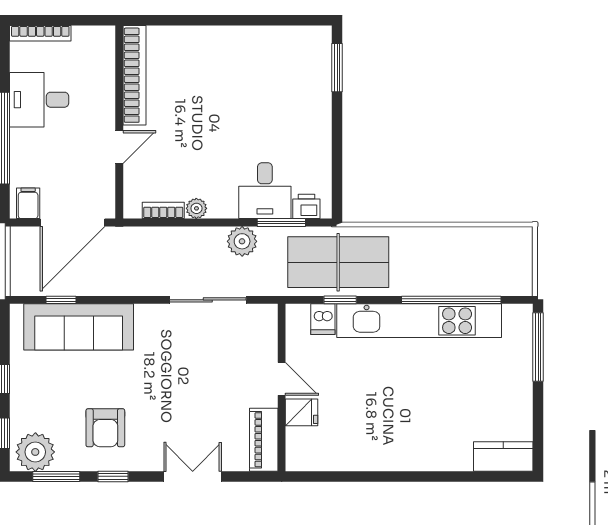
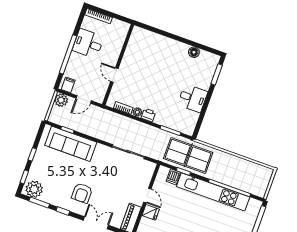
floor lamp: (272, 37) -> (194, 52), added
bookcase: (134, 75) -> (131, 48), removed
door: (119, 147) -> (114, 75), swing flipped
desk: (265, 191) -> (193, 98), moved, turned -90
printer: (306, 206) -> (148, 115), moved
door: (72, 223) -> (84, 99), width x0.53
plant: (242, 241) -> (61, 100), moved
armchair: (105, 428) -> (82, 193), moved

